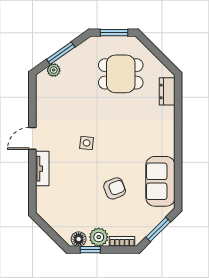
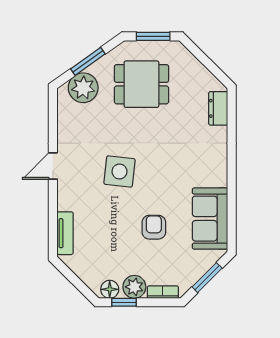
plant: (54, 70) -> (83, 88), width x1.87, depth x1.87
dining table: (121, 74) -> (141, 84), moved
side table: (87, 143) -> (119, 172), width x1.87, depth x1.87
tv unit: (42, 169) -> (65, 233), moved
armchair: (115, 188) -> (154, 227), turned -69

